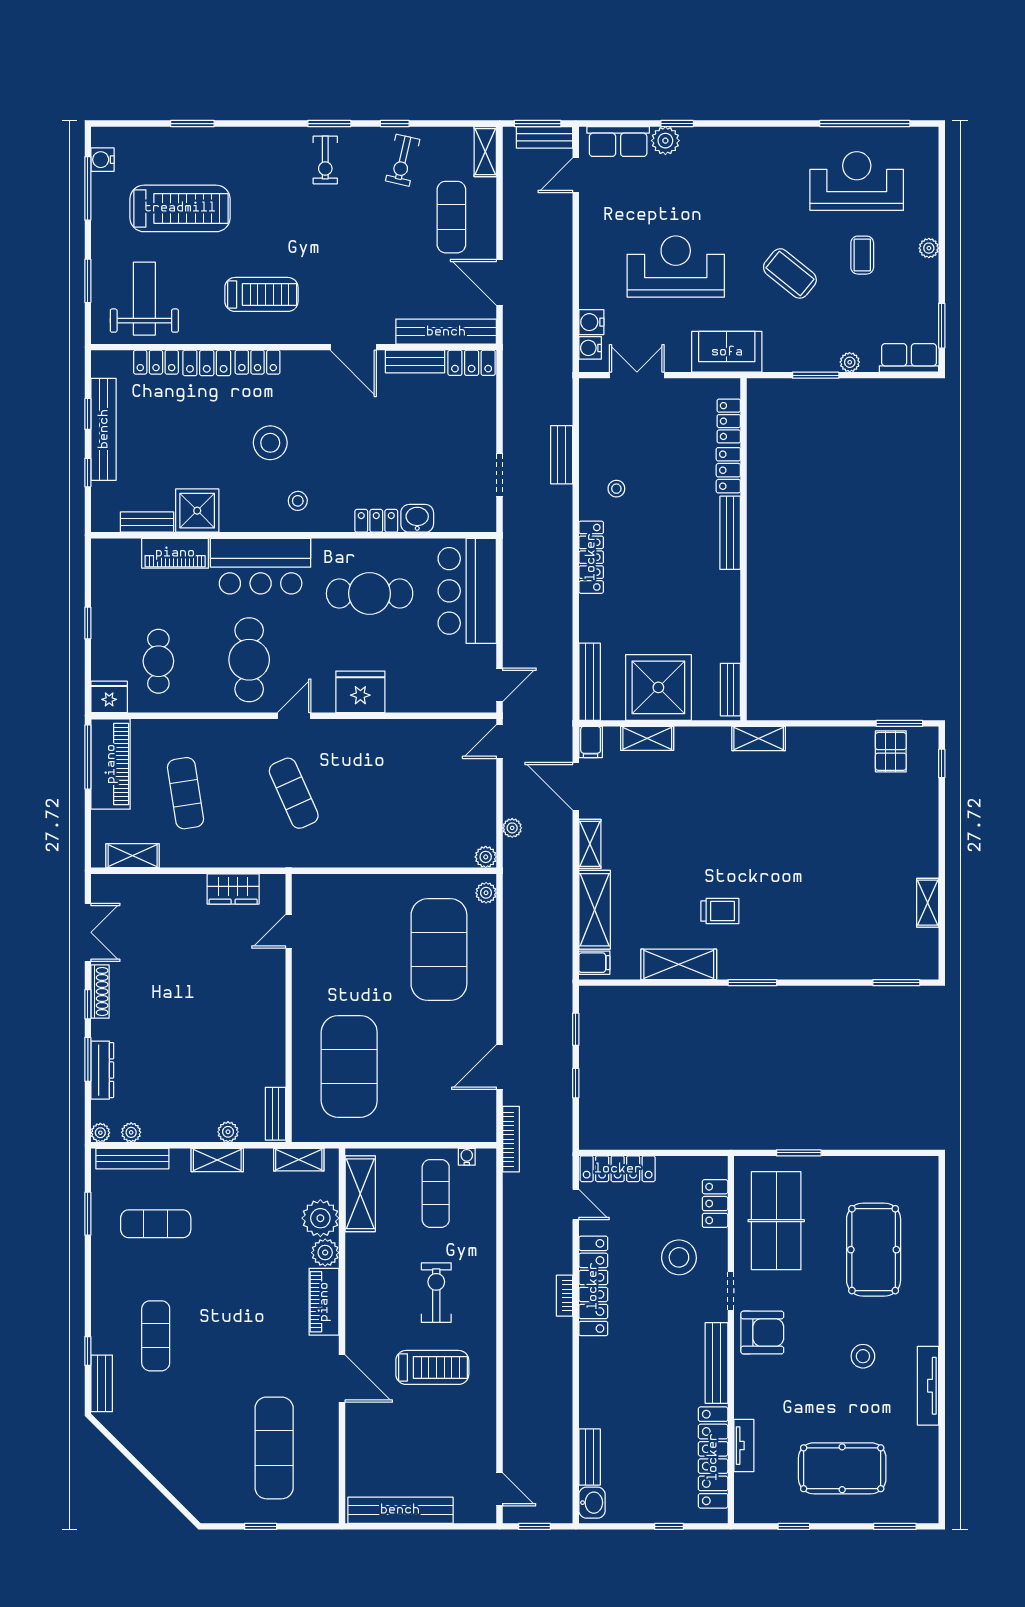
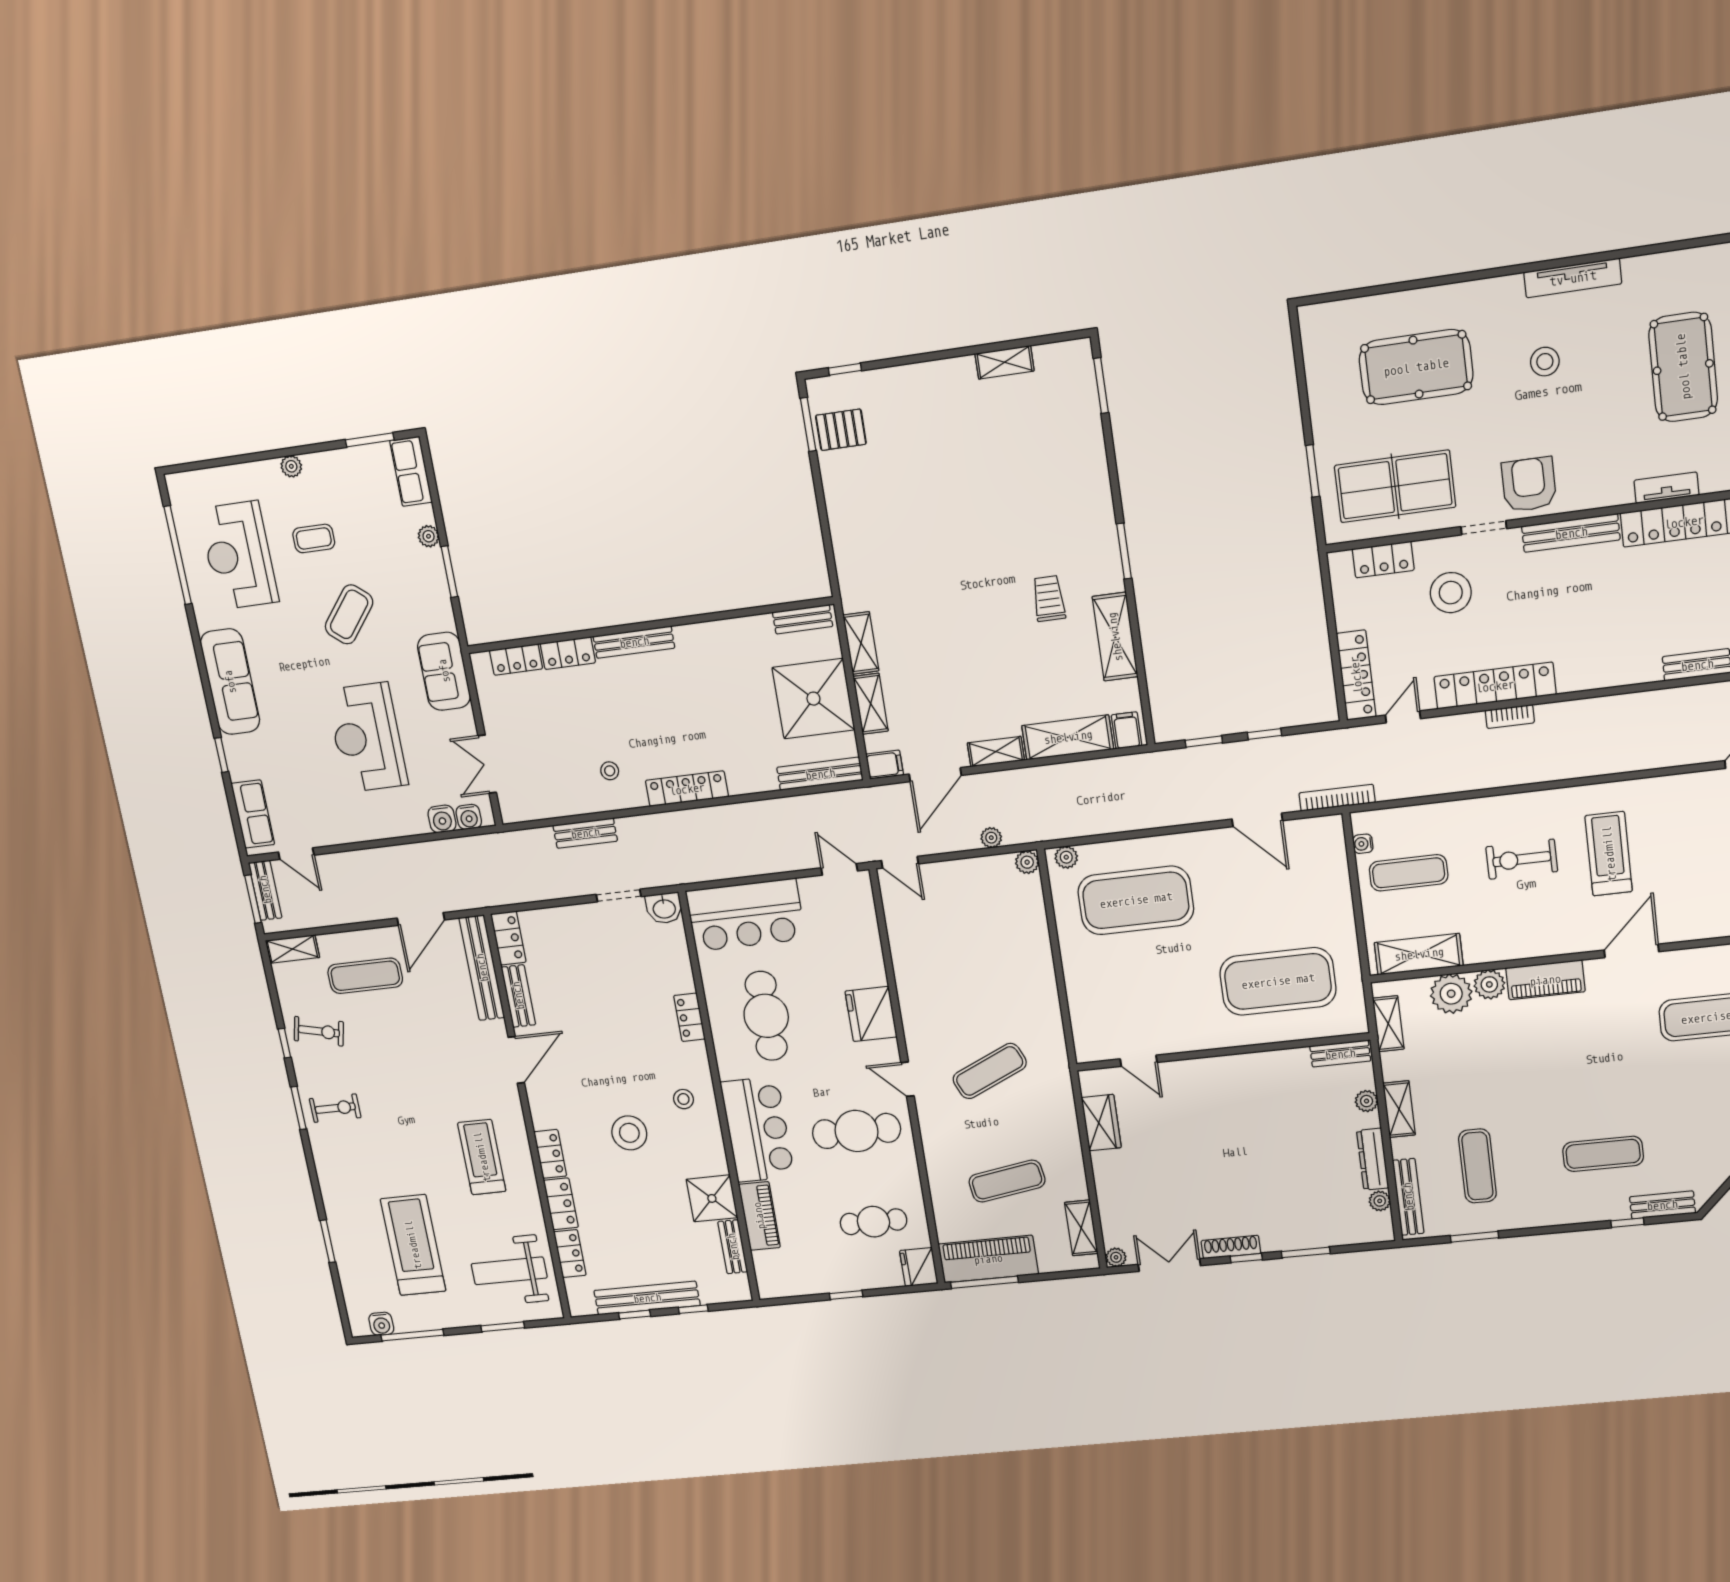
plant: (665, 141) -> (241, 765), removed
sofa: (744, 147) -> (230, 682), added
washbasin: (417, 518) -> (664, 908), moved, turned -90
shelving: (759, 738) -> (861, 643), moved
dresser: (102, 1070) -> (1373, 1159), moved, turned -90
plant: (100, 1133) -> (1116, 1257), moved

